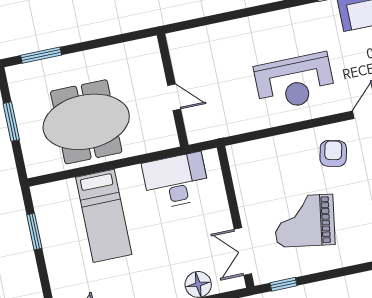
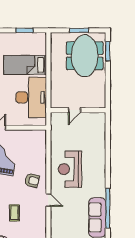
meeting table: (86, 122) -> (85, 56), moved
desk: (176, 181) -> (31, 97), width x1.36, depth x1.30

